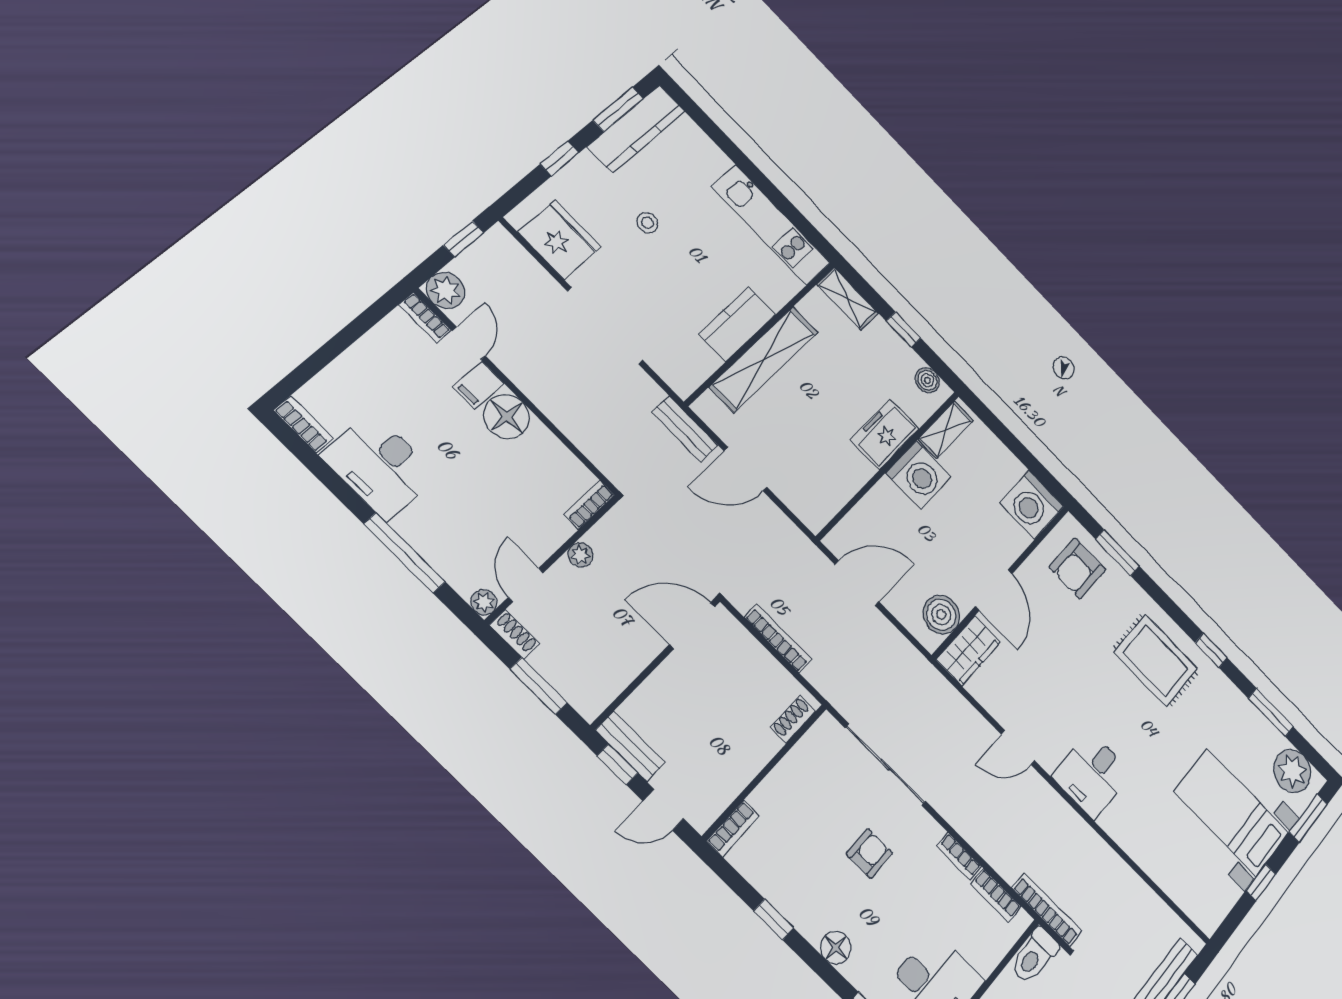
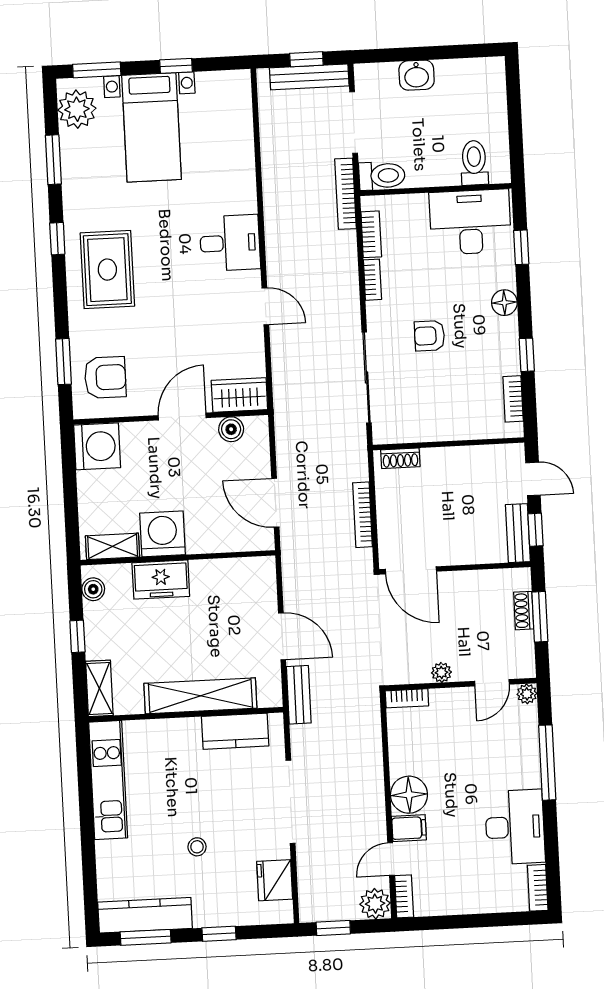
fridge: (560, 239) -> (275, 880), width x0.73, depth x0.75
kitchen counter: (737, 324) -> (235, 731), moved
boiler: (941, 615) -> (231, 429), width x0.73, depth x0.73
shoe rack: (514, 634) -> (524, 611), moved
bookcase: (733, 829) -> (513, 399), moved, turned -90

